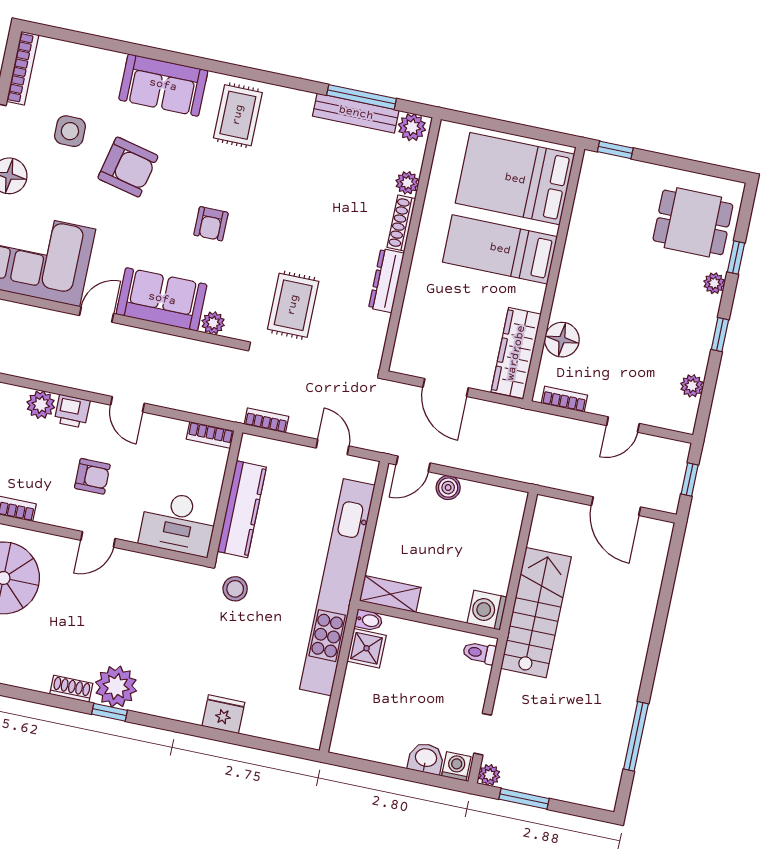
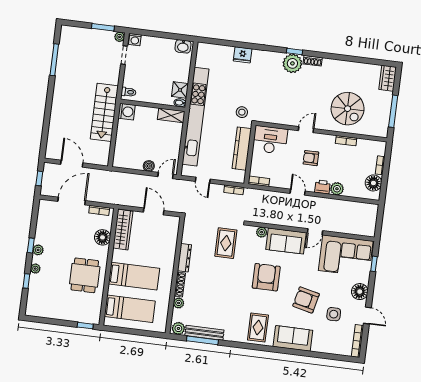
bed: (515, 179) -> (130, 309), width x0.67
dining table: (693, 222) -> (85, 275), moved, turned 90
armchair: (211, 224) -> (266, 277), width x1.88, depth x1.88
plant: (692, 386) -> (38, 250), moved
door: (623, 425) -> (72, 201), width x1.88
washbasin: (426, 758) -> (183, 46), moved

